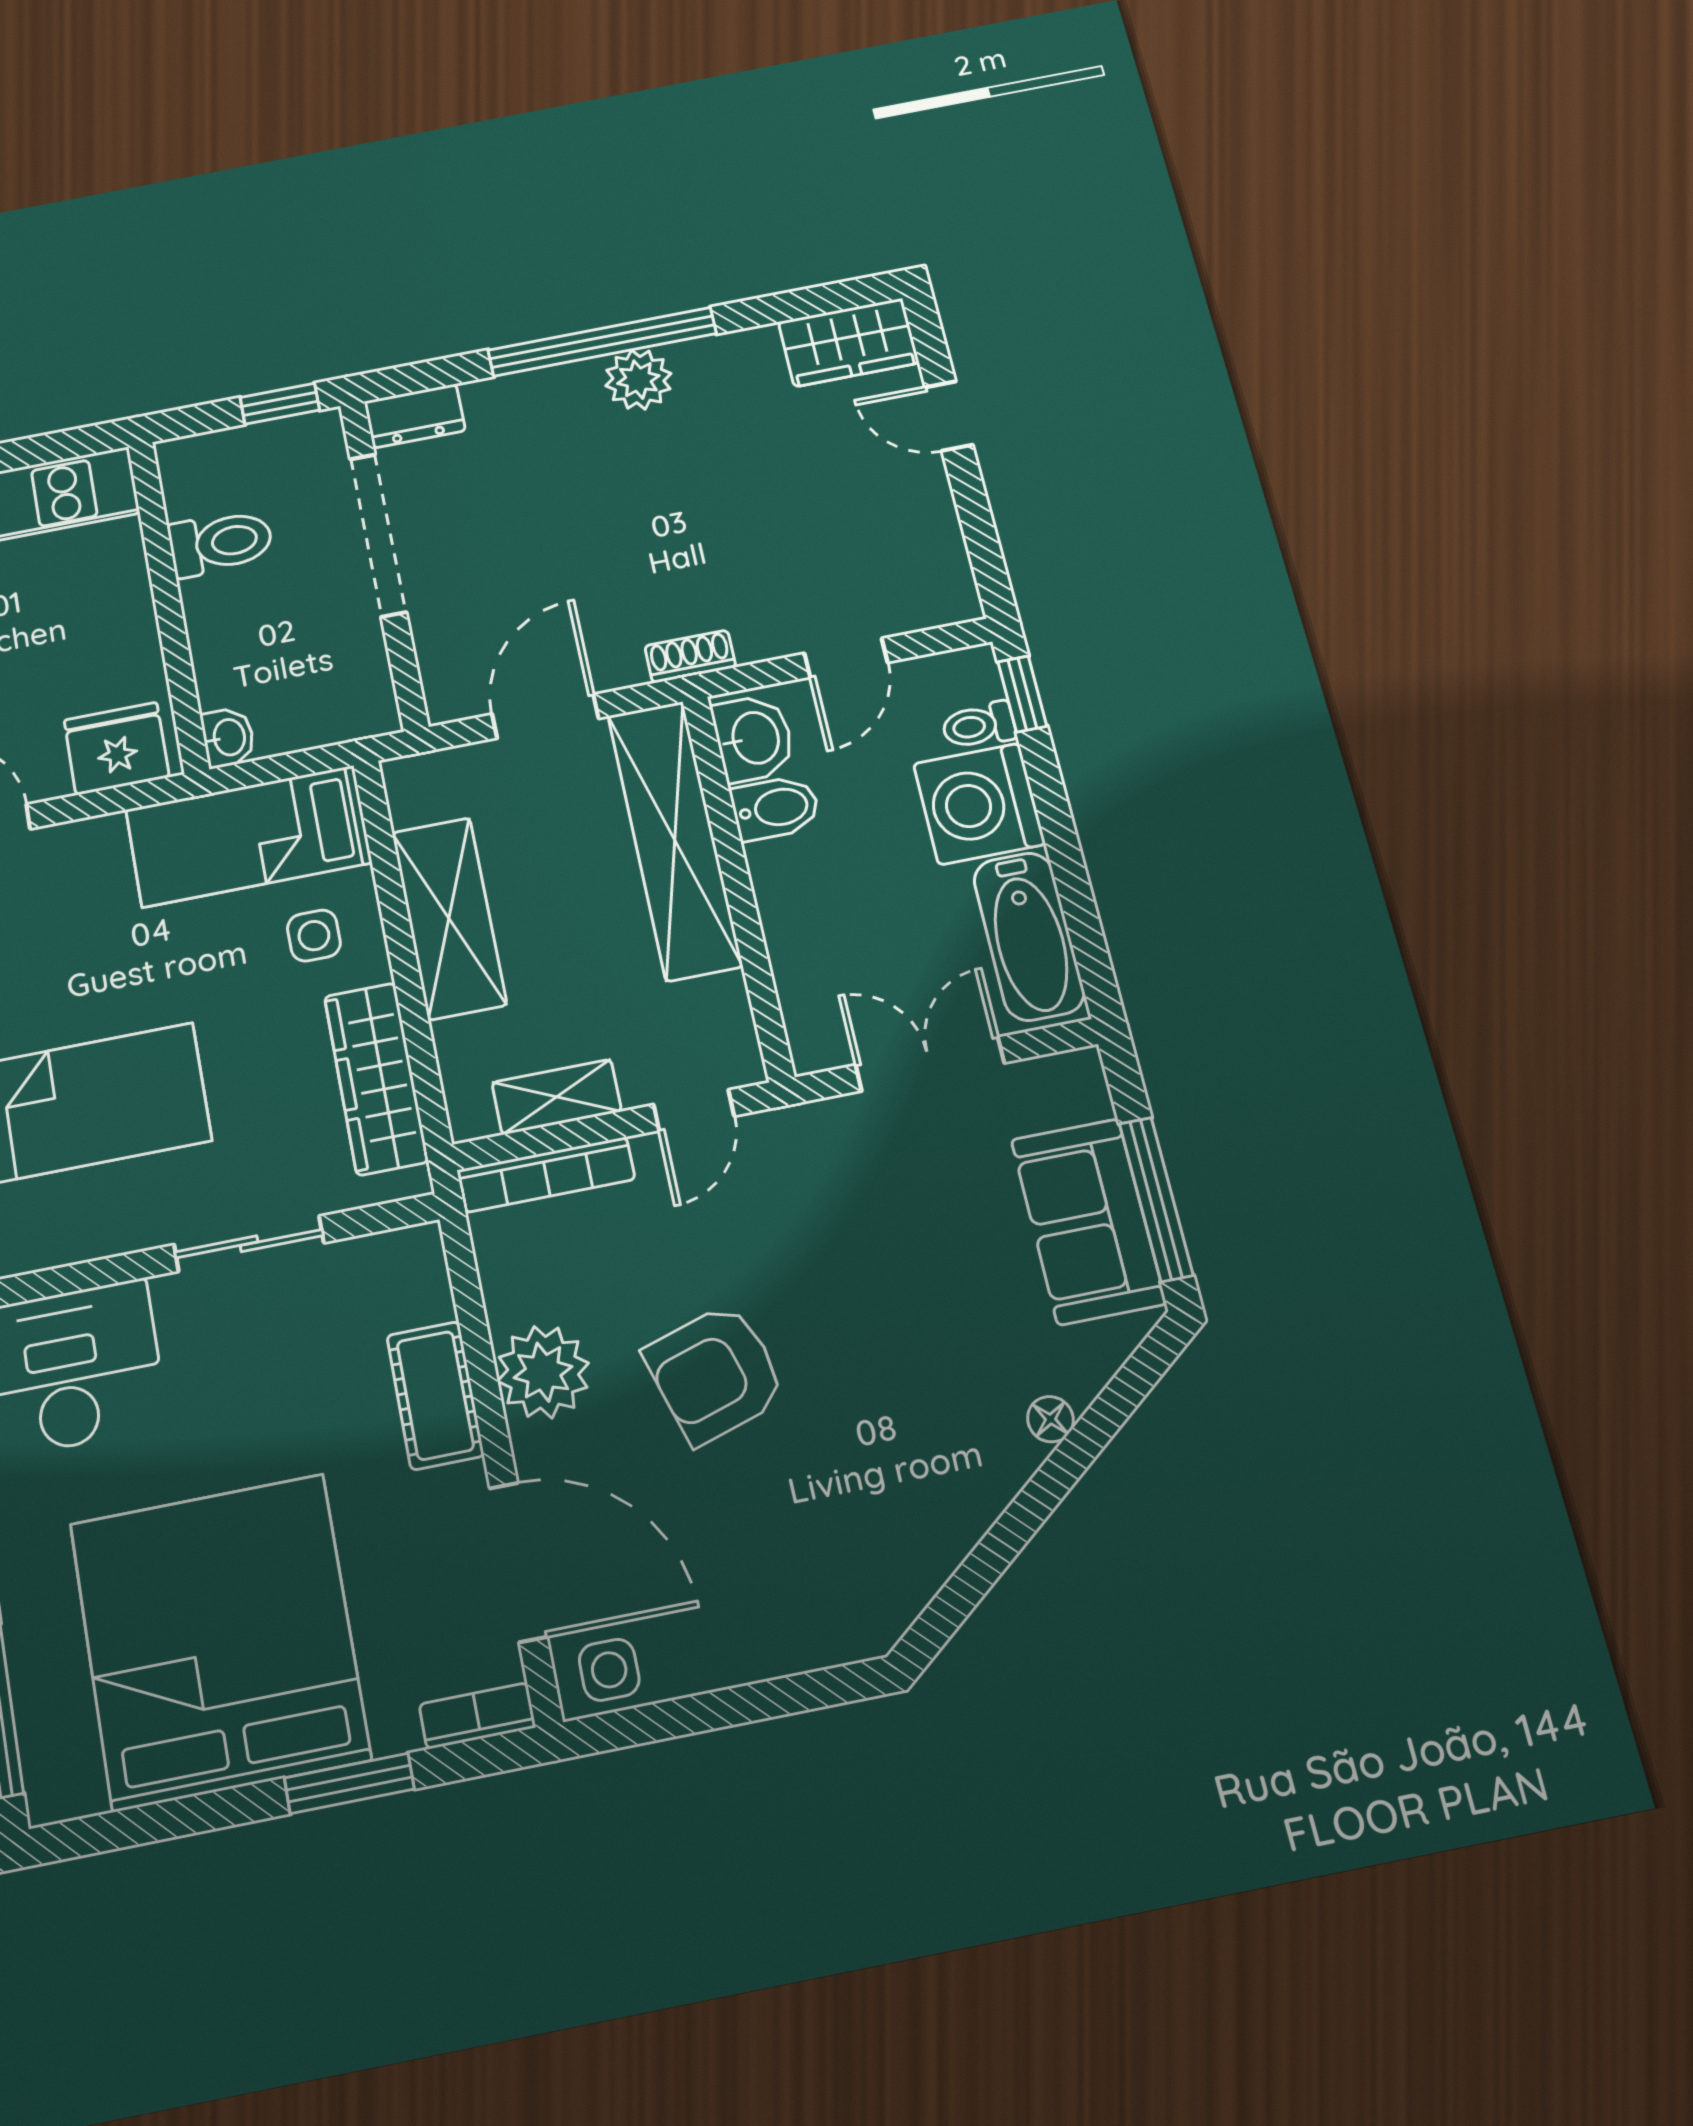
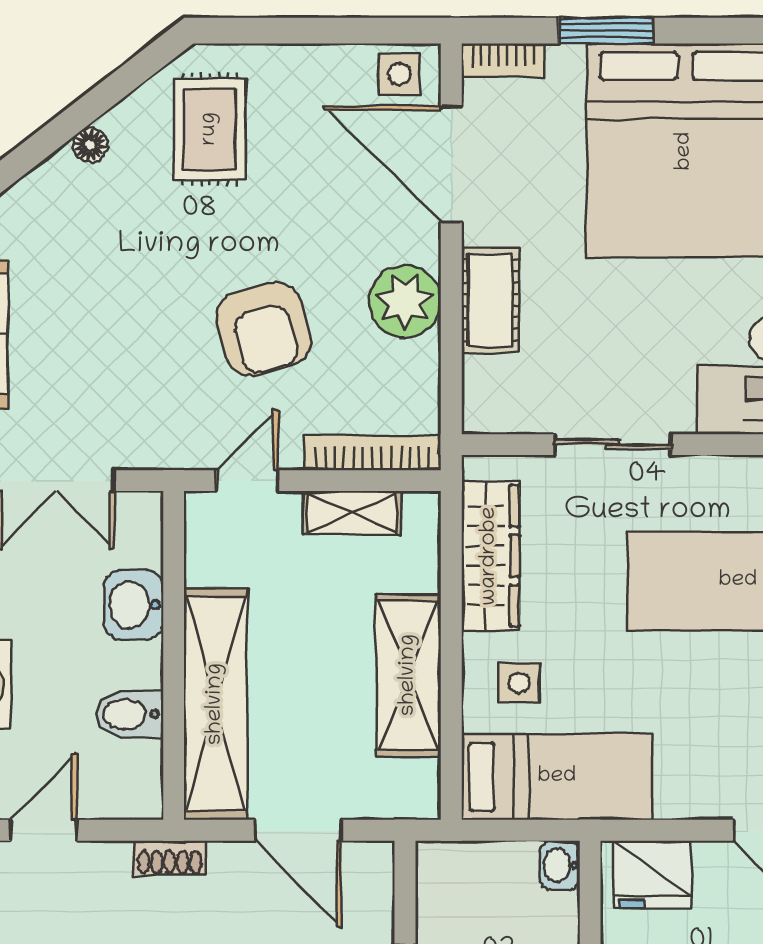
door: (545, 716) -> (298, 830), hinge flipped
washbasin: (754, 738) -> (134, 605), moved
armchair: (715, 1373) -> (263, 329), moved, turned 92
floor lamp: (1050, 1419) -> (90, 145), moved
rug: (840, 1547) -> (210, 129), added

